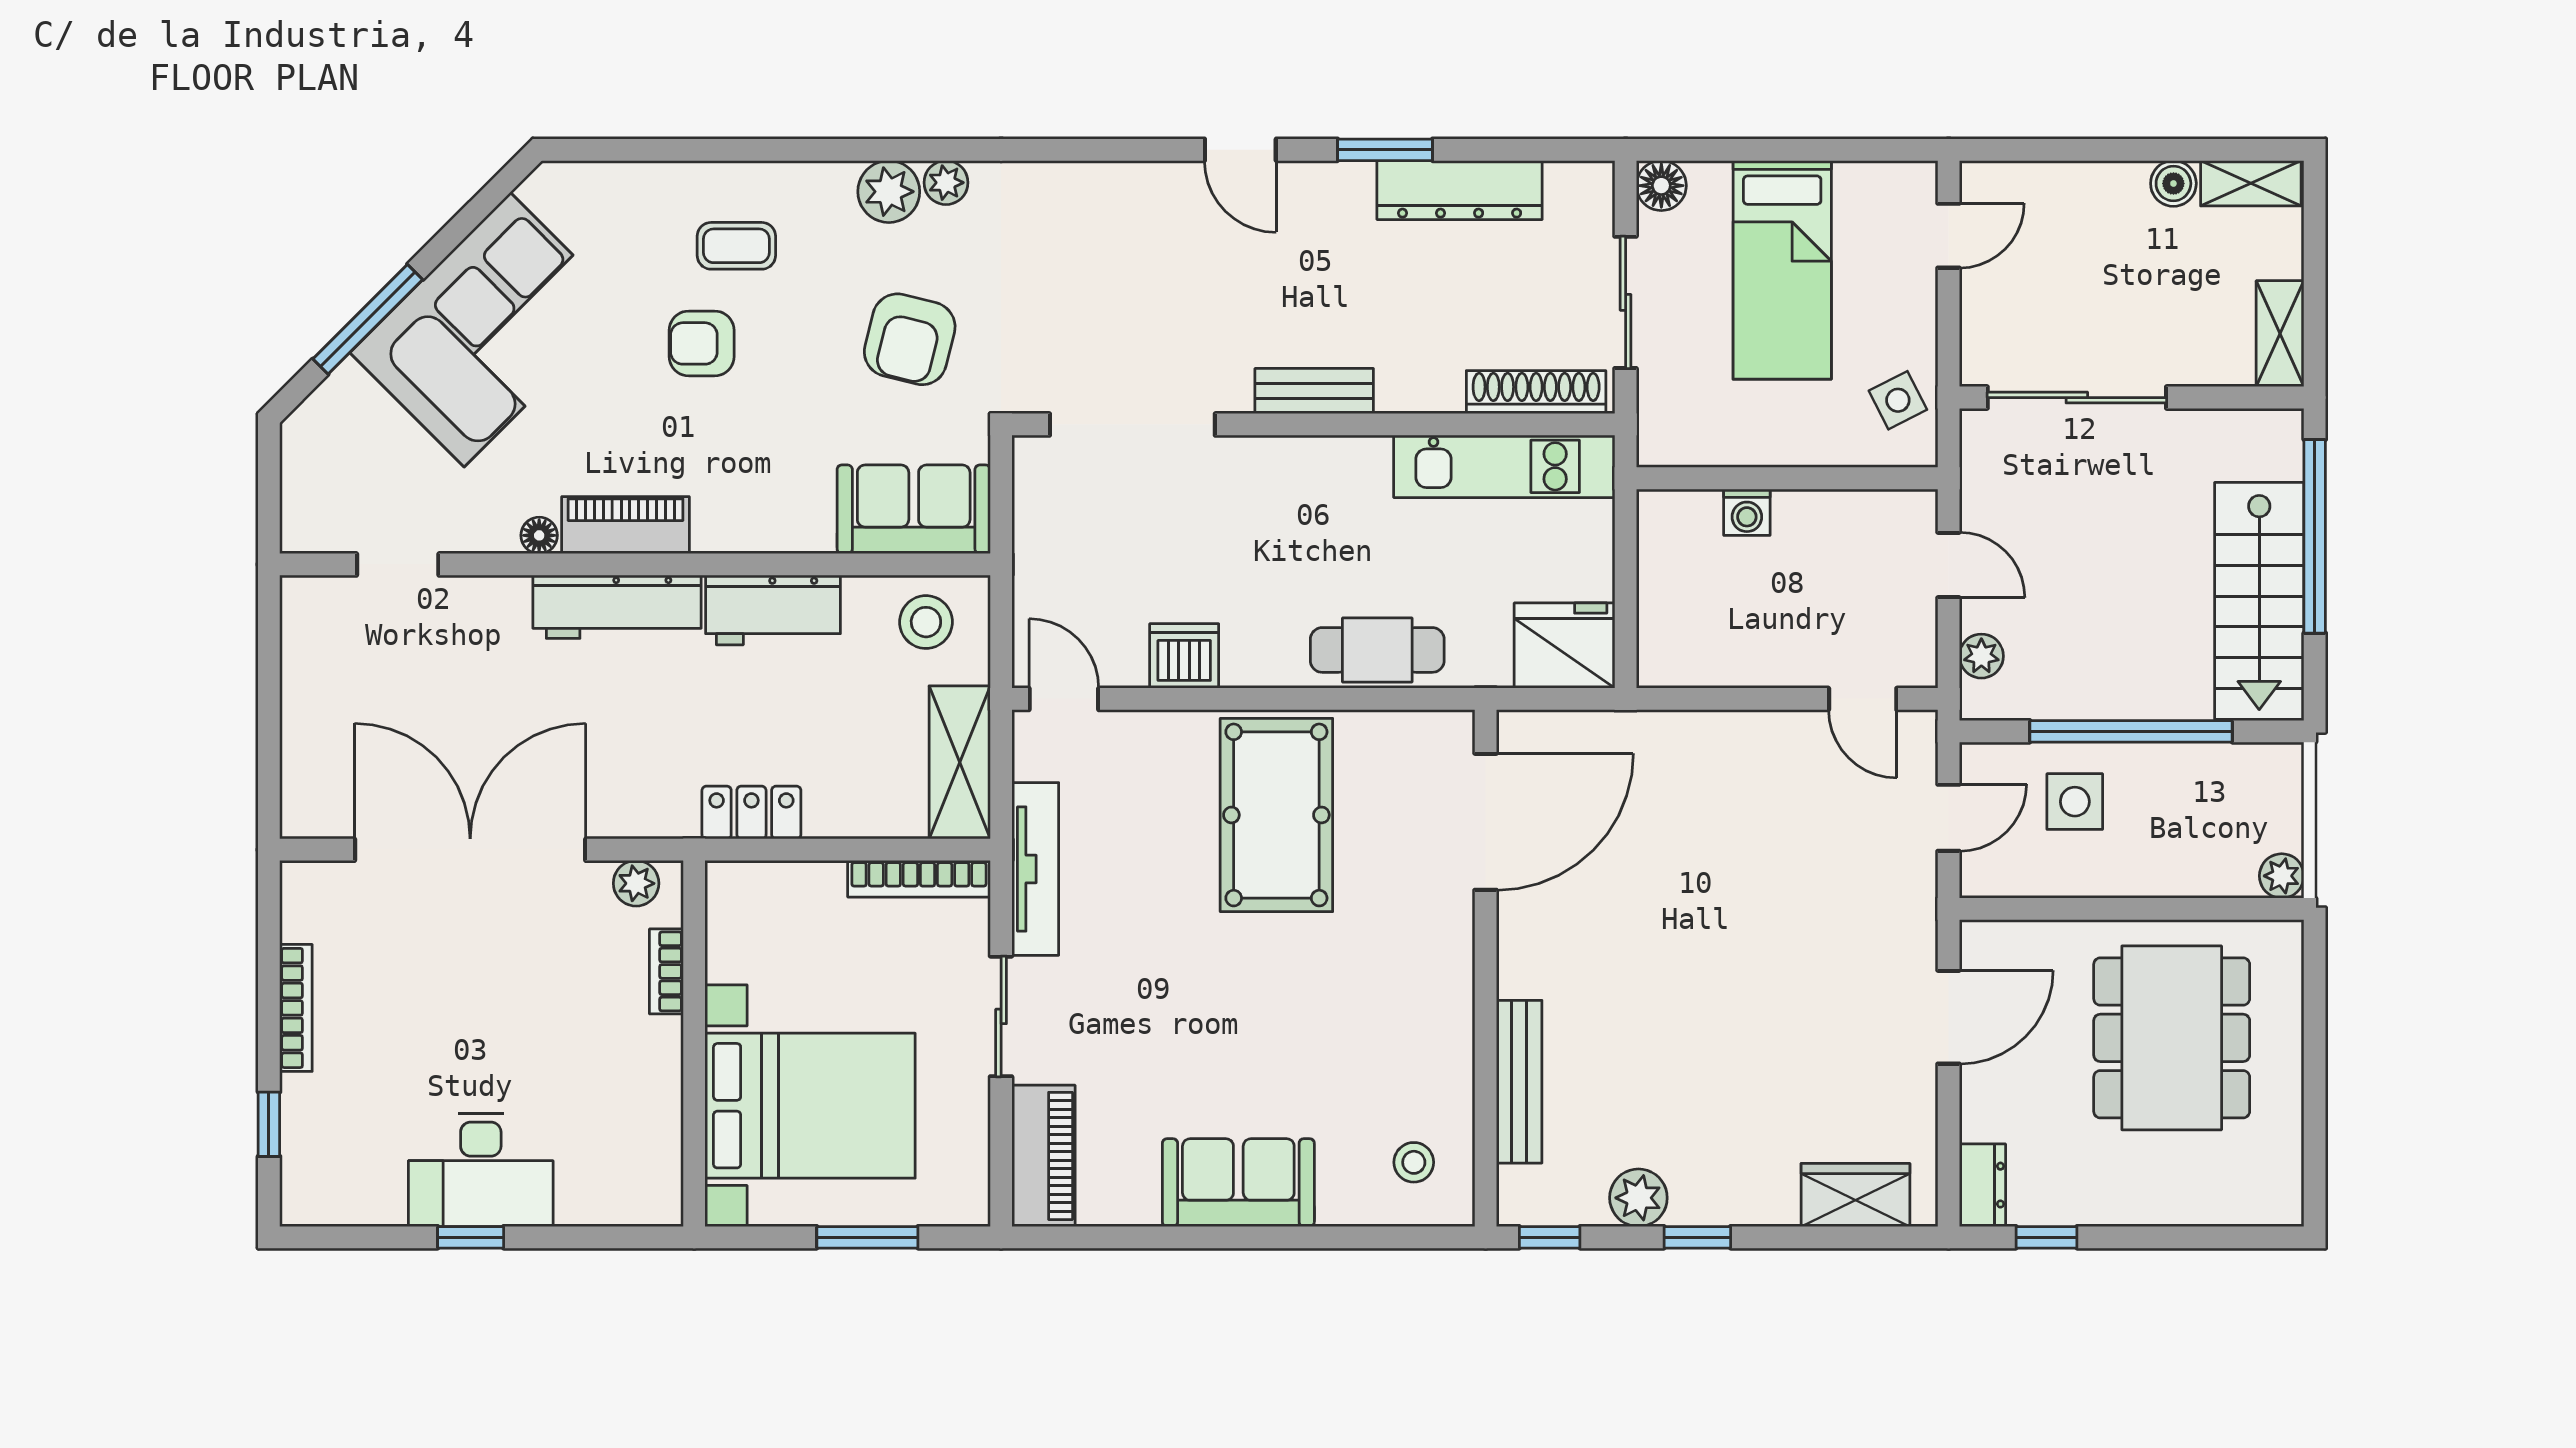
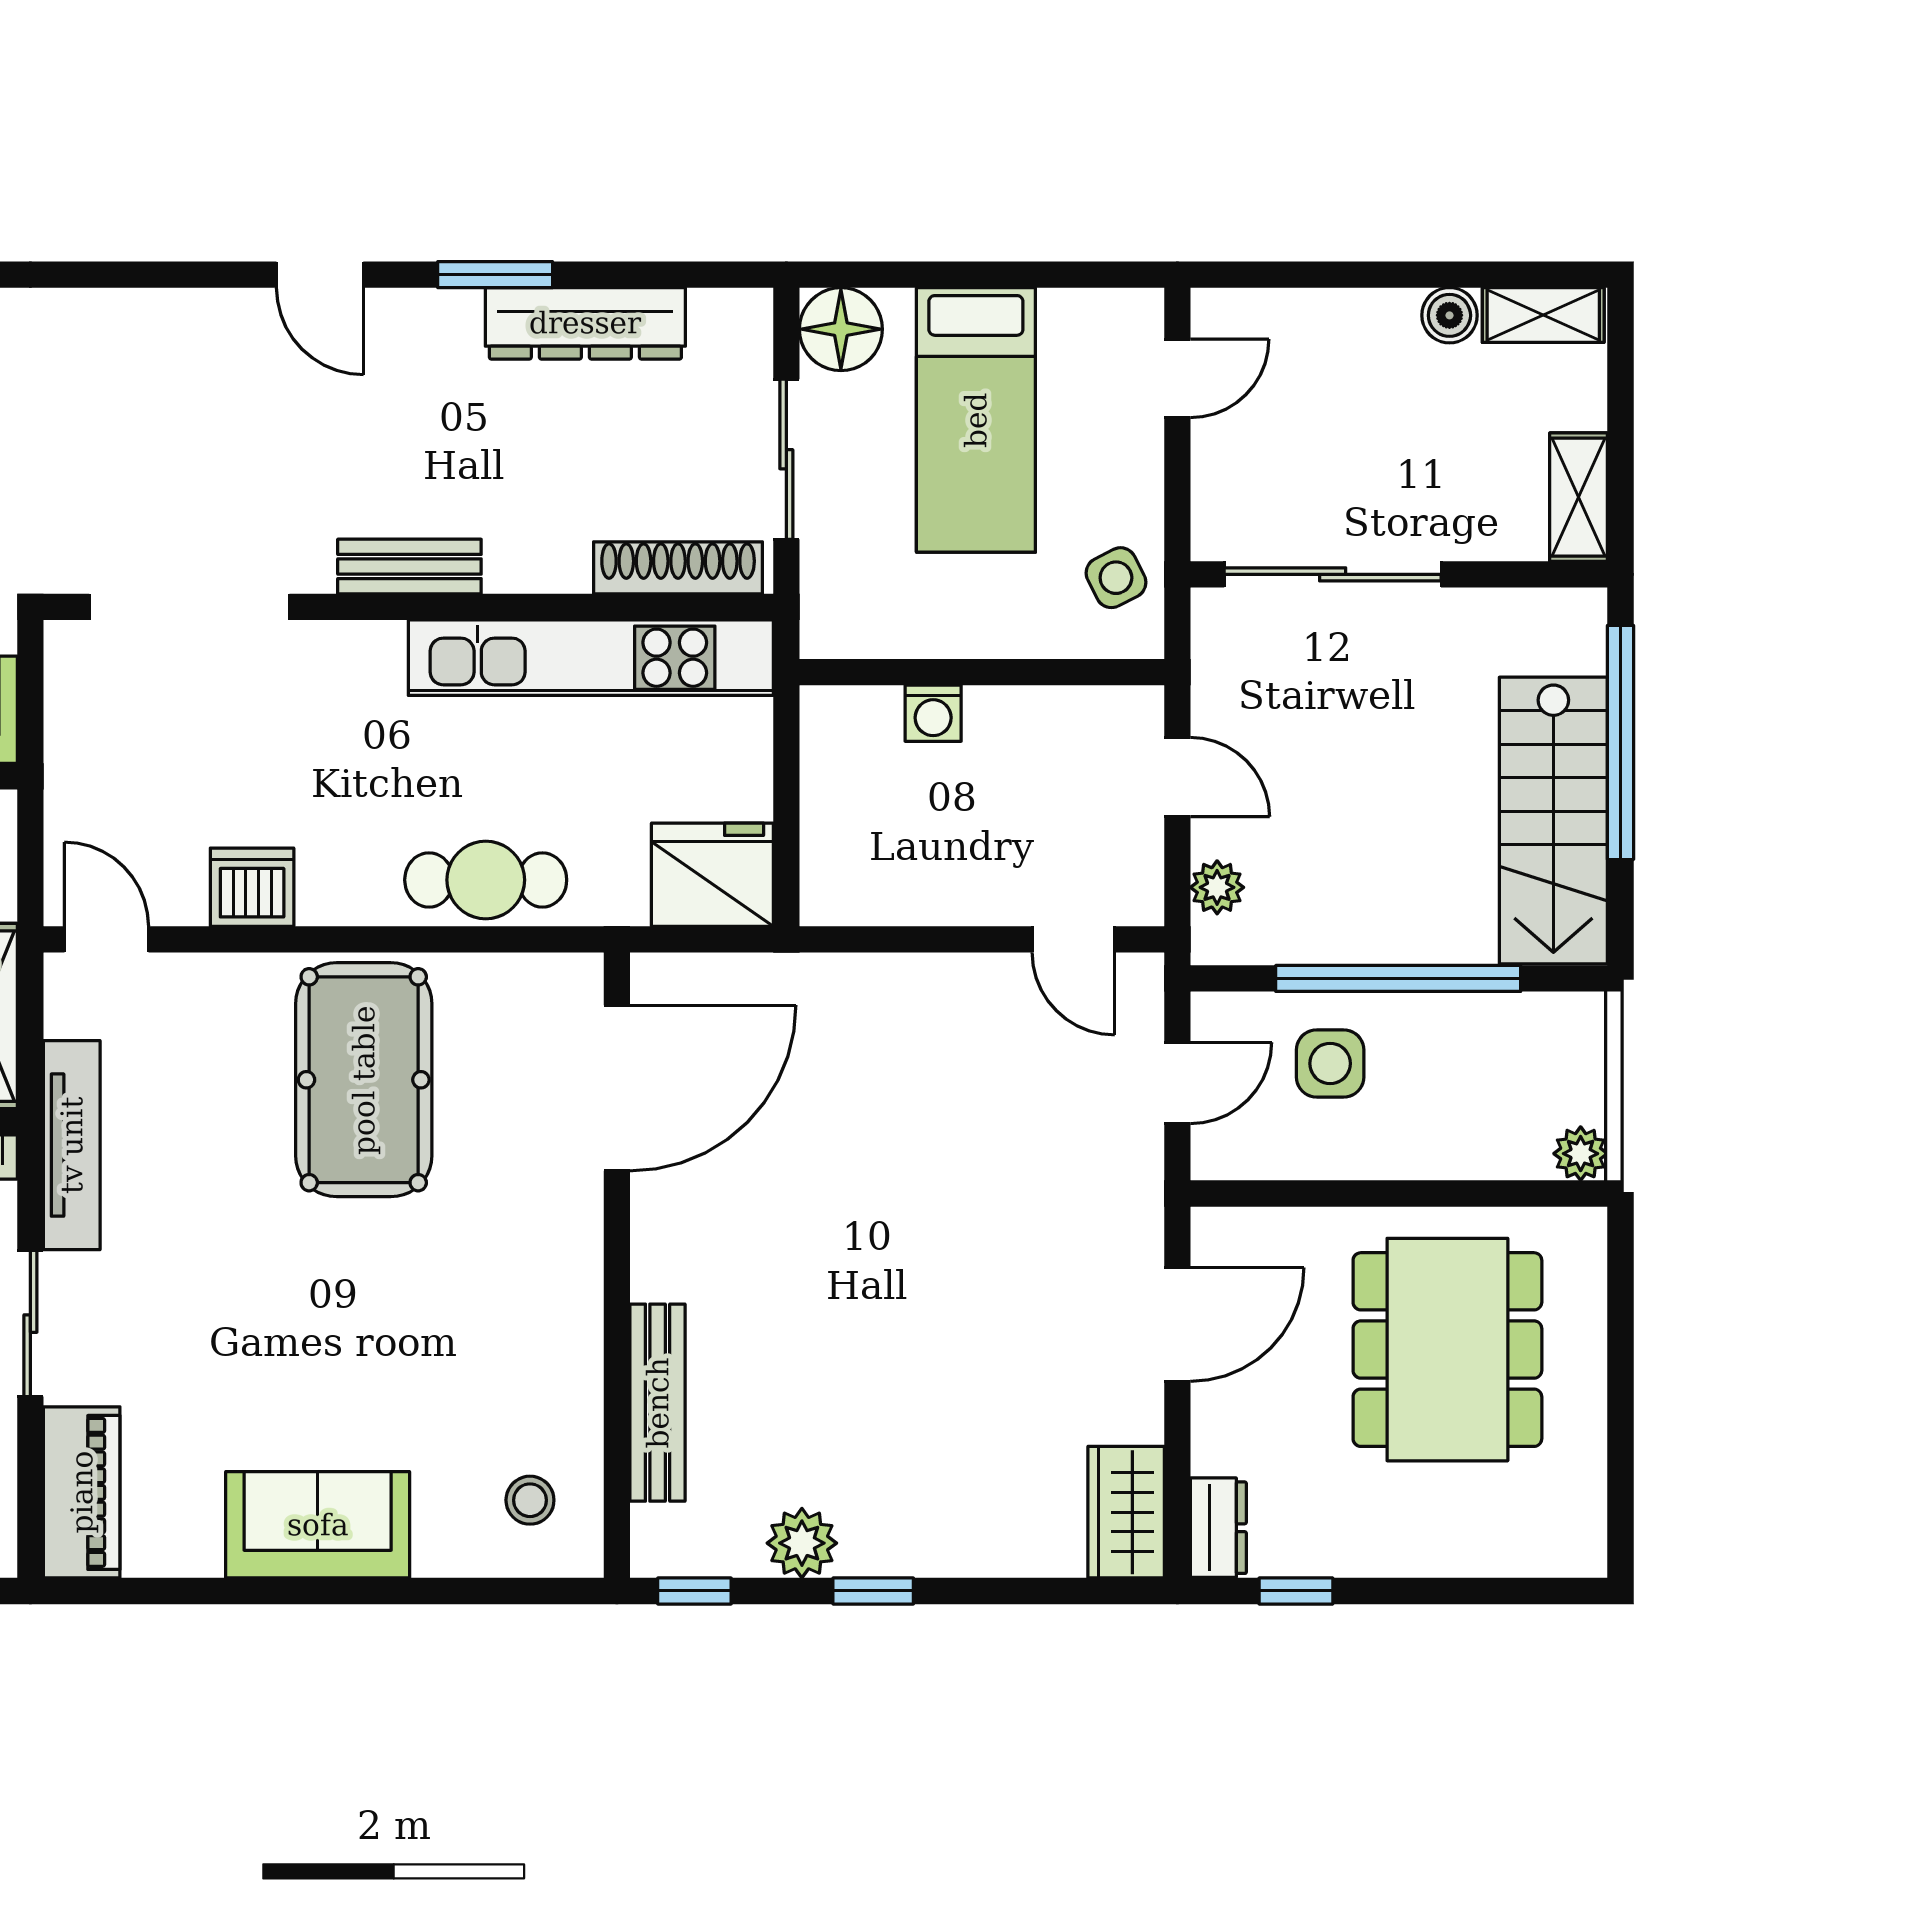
floor lamp: (1661, 186) -> (841, 329), width x1.38, depth x1.38
kitchen unit: (1504, 466) -> (591, 658), width x1.36
wardrobe: (1855, 1195) -> (1126, 1512), moved, turned -90

